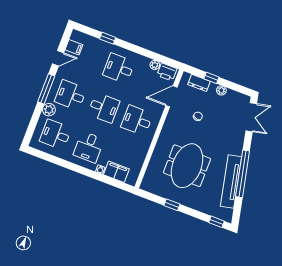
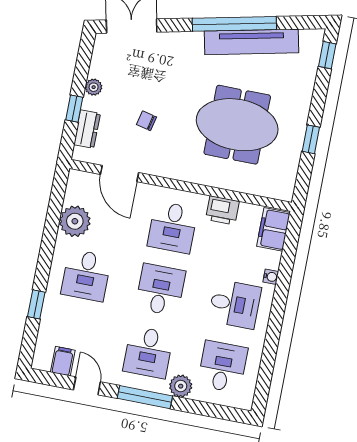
plant: (155, 65) -> (75, 221), width x1.88, depth x1.88
printer: (167, 72) -> (222, 210), moved, turned 90
desk: (56, 134) -> (223, 367), turned 180
filing cabinet: (116, 172) -> (273, 229), moved

